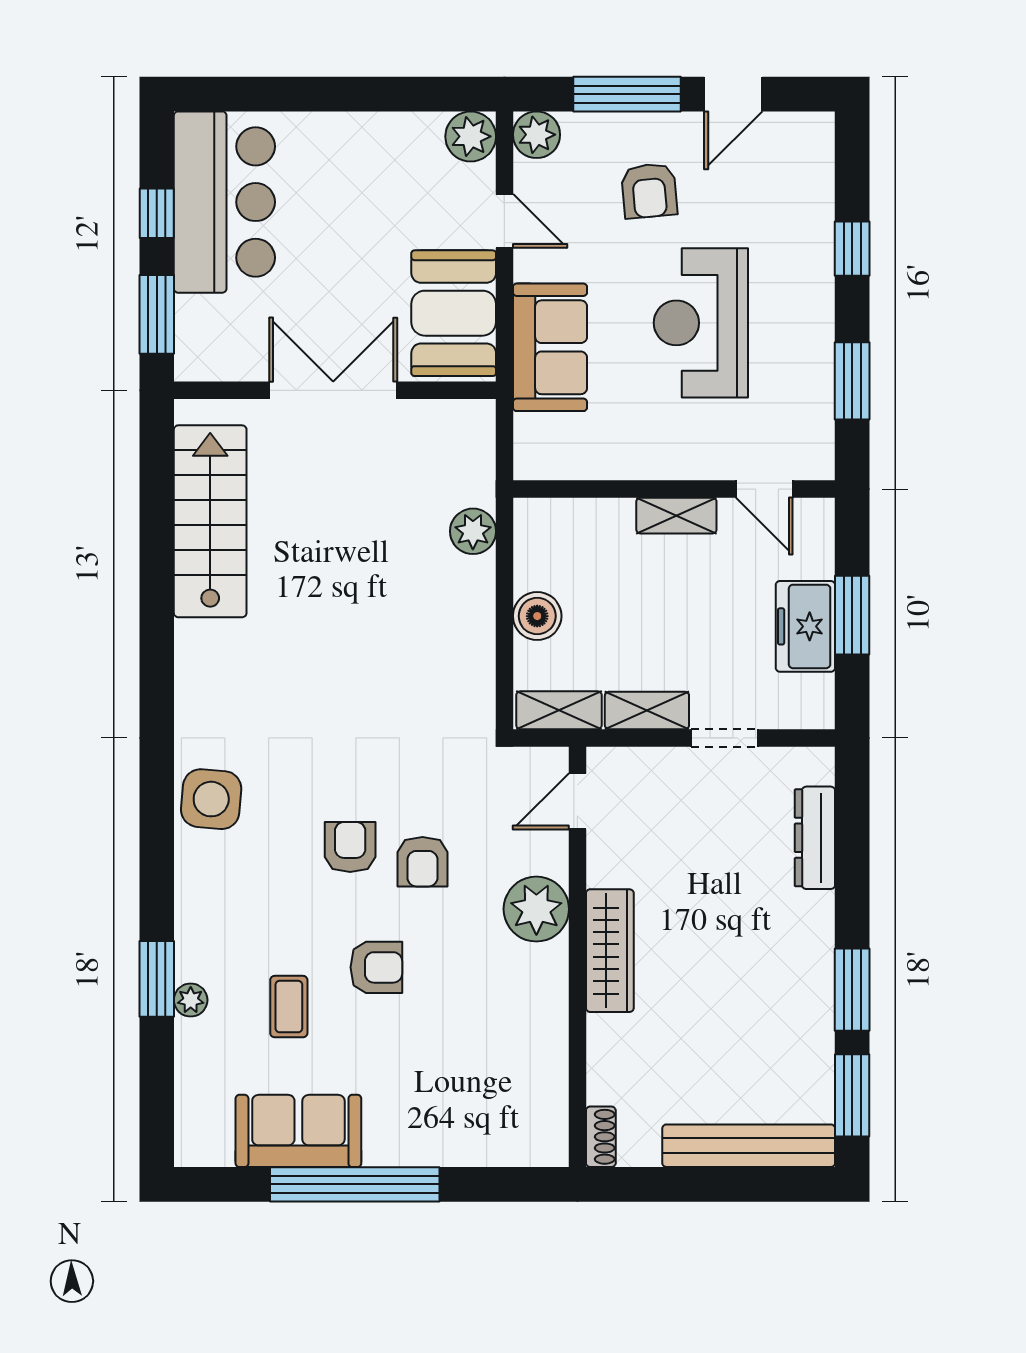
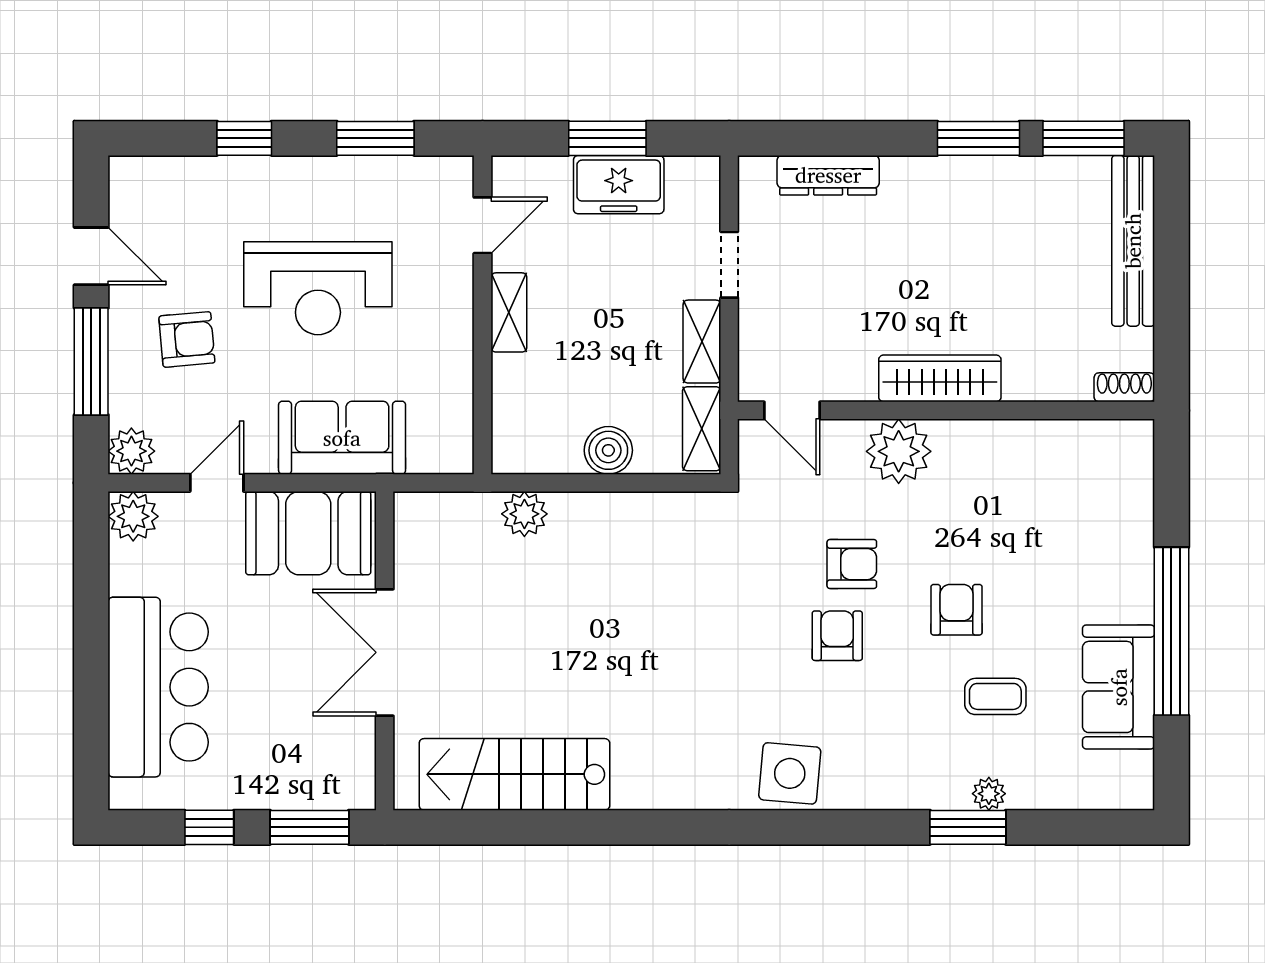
bar counter: (224, 202) -> (158, 687), moved, turned 90
armchair: (350, 847) -> (837, 636), turned 90

